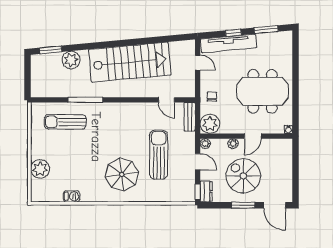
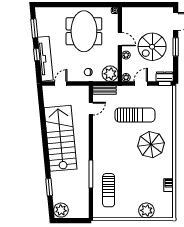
window: (51, 50) -> (49, 187), moved
plant: (71, 60) -> (61, 210), moved
sun lounger: (159, 155) -> (135, 115), turned 180

